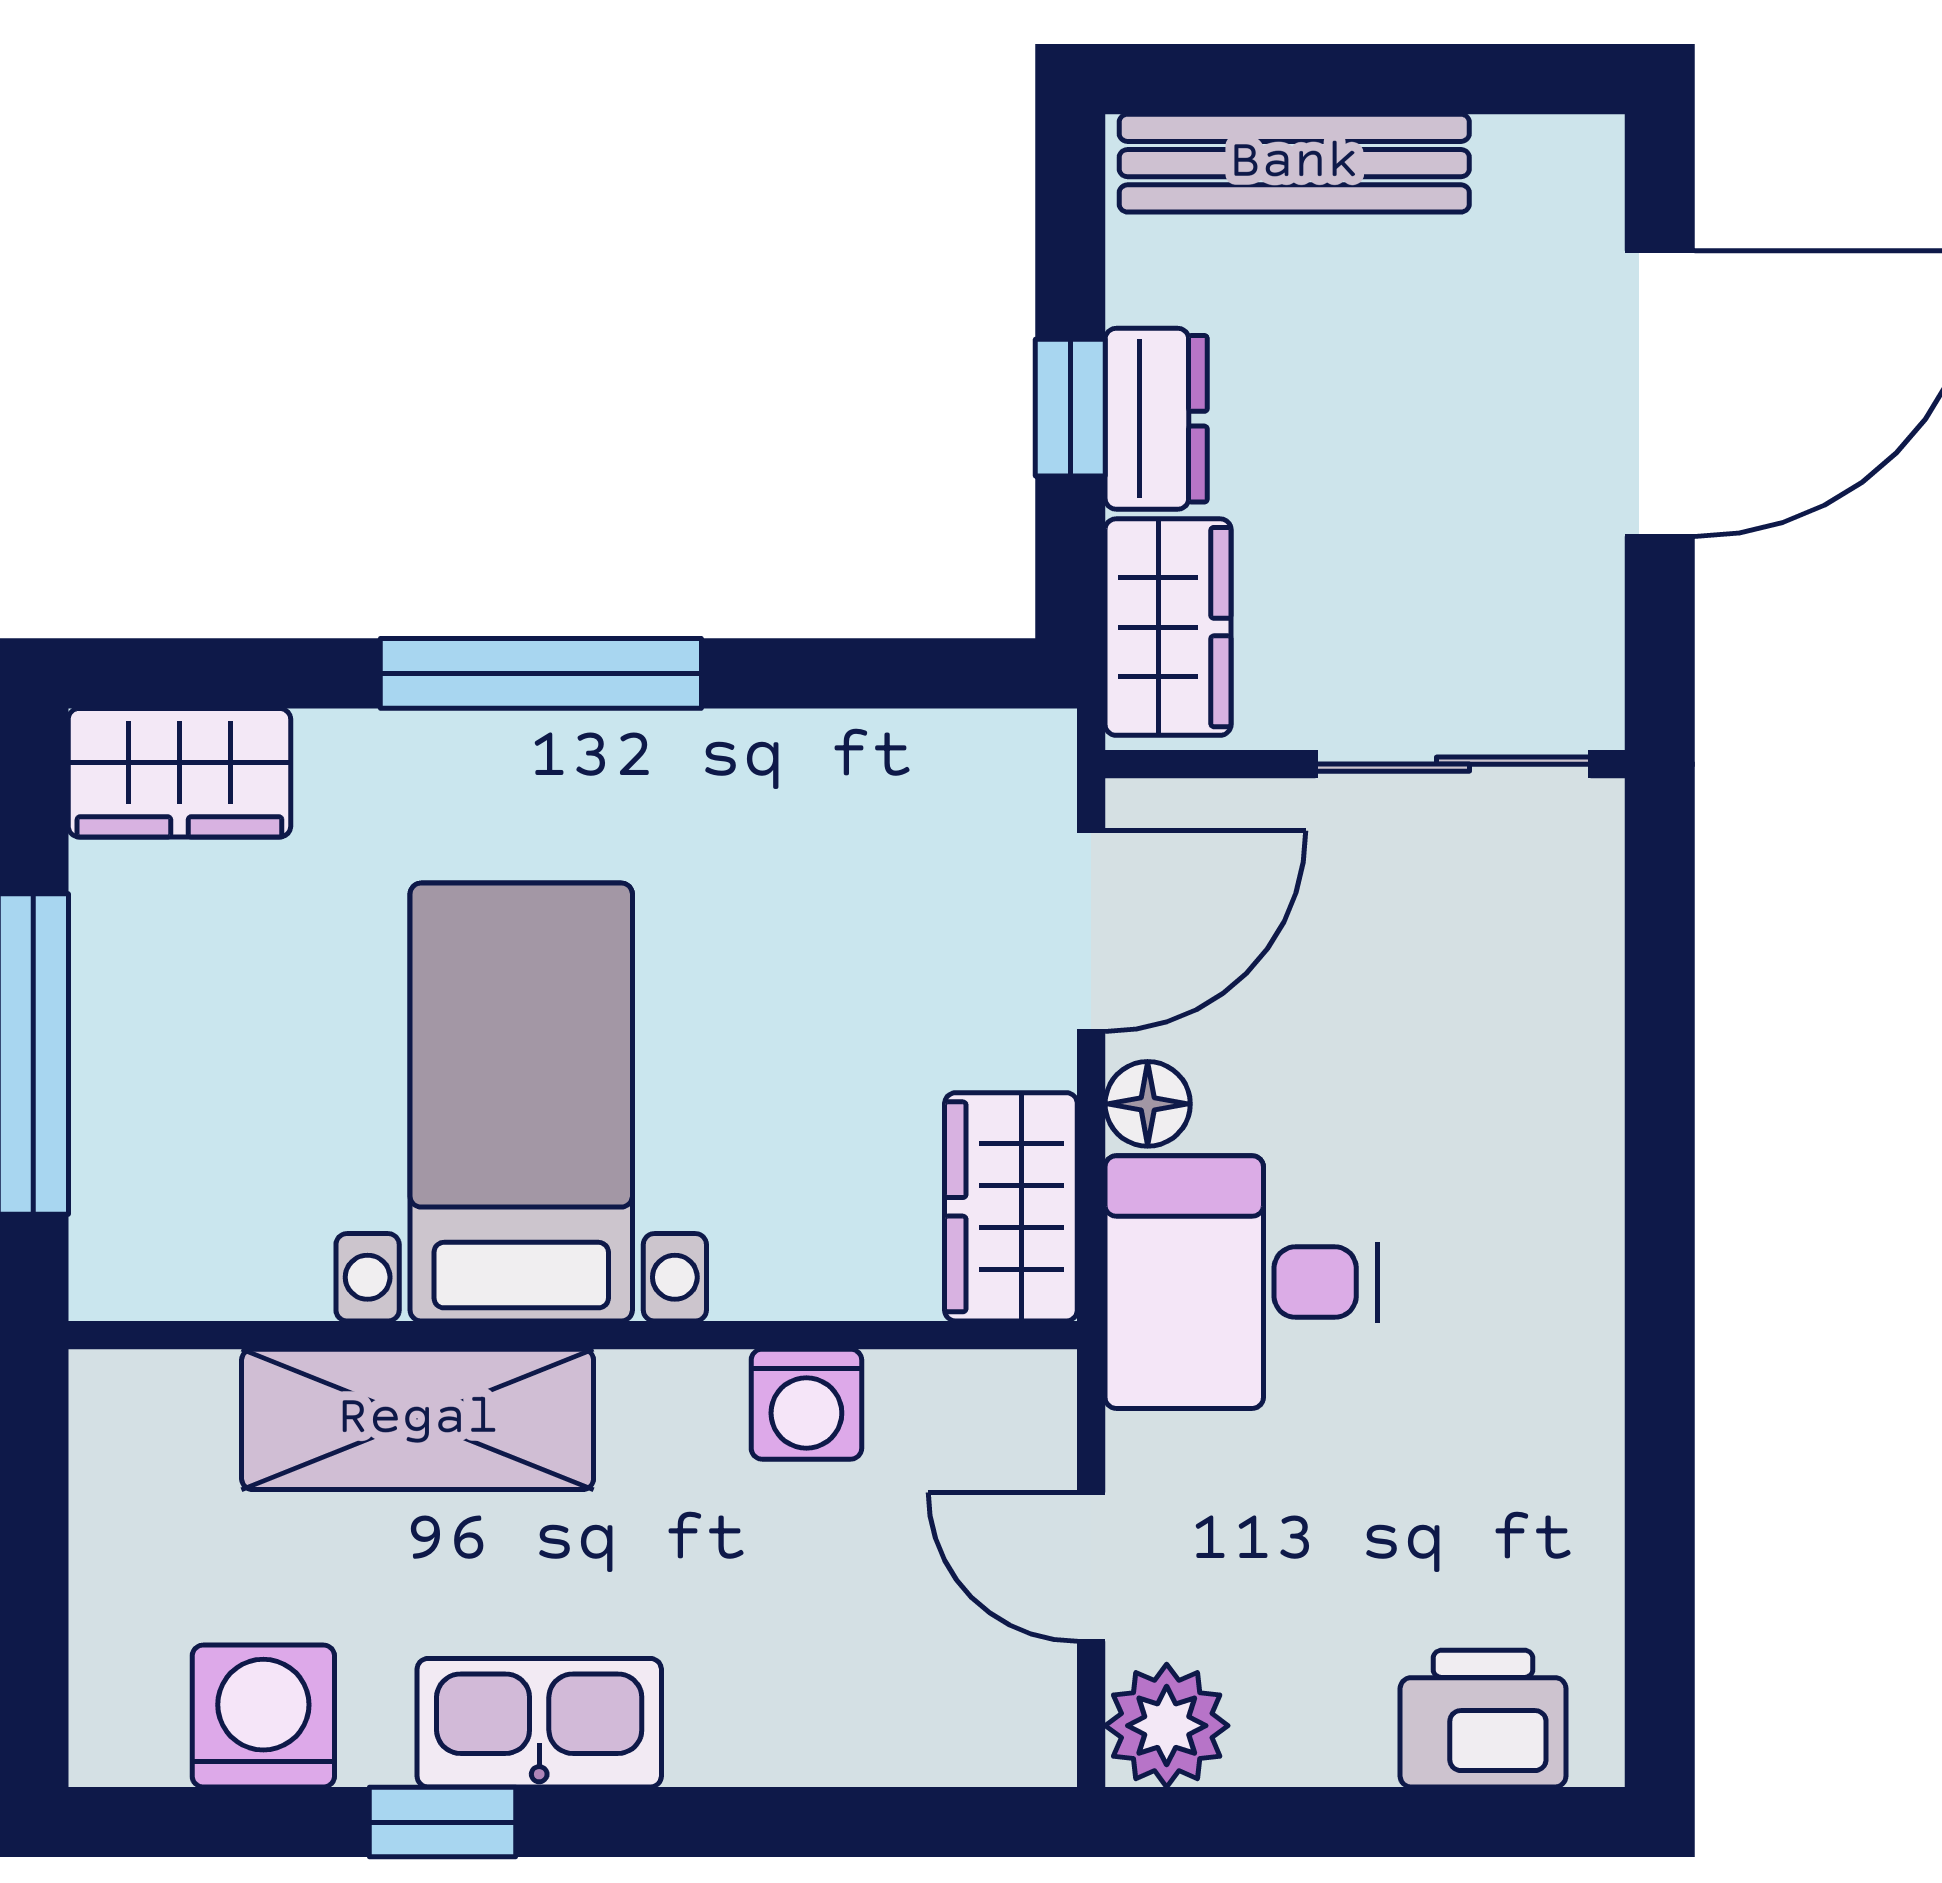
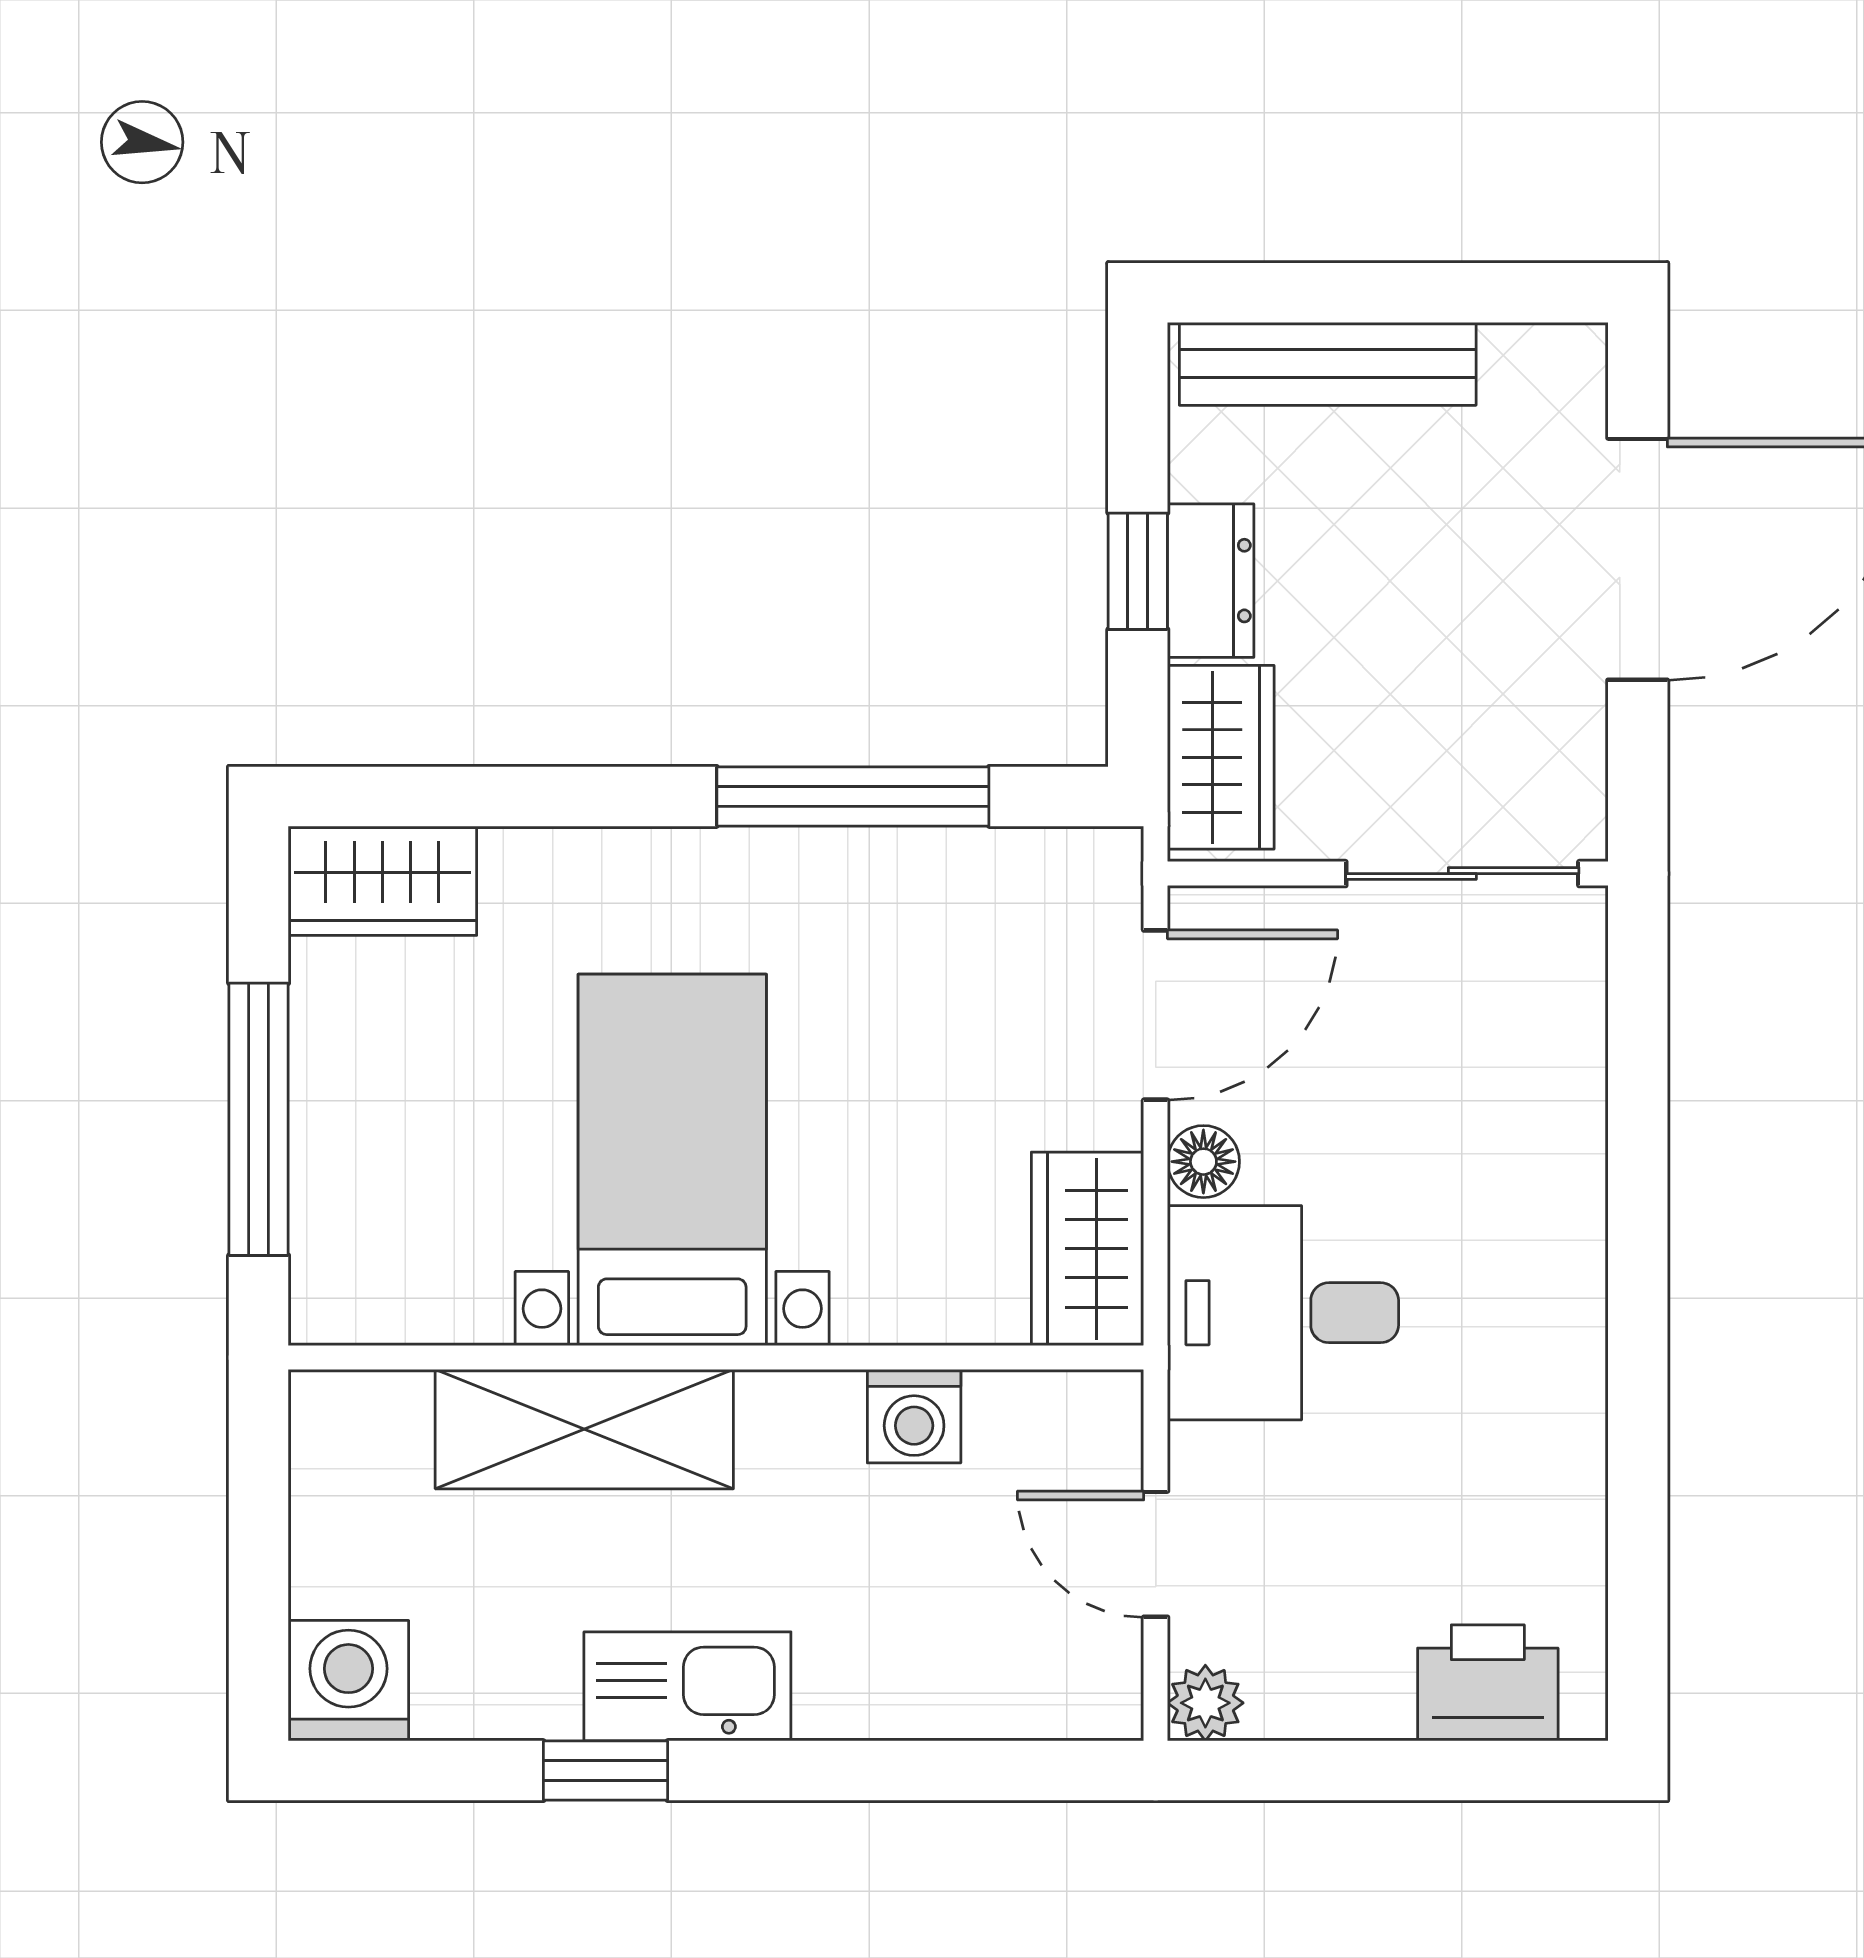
window: (541, 673) -> (853, 796), moved
washing machine: (263, 1716) -> (348, 1681), moved
plant: (1167, 1726) -> (1205, 1703), width x0.73, depth x0.73

